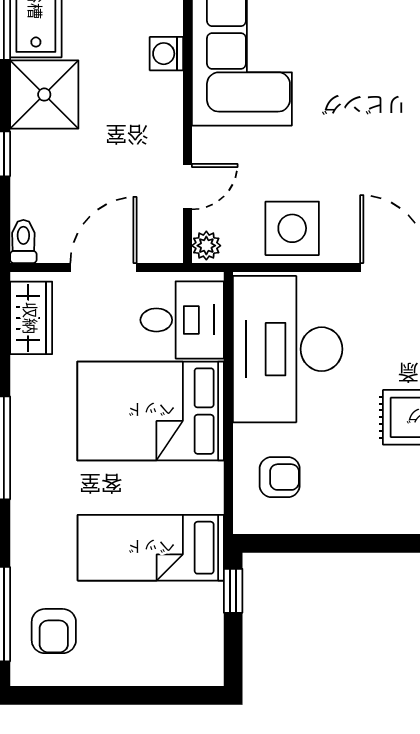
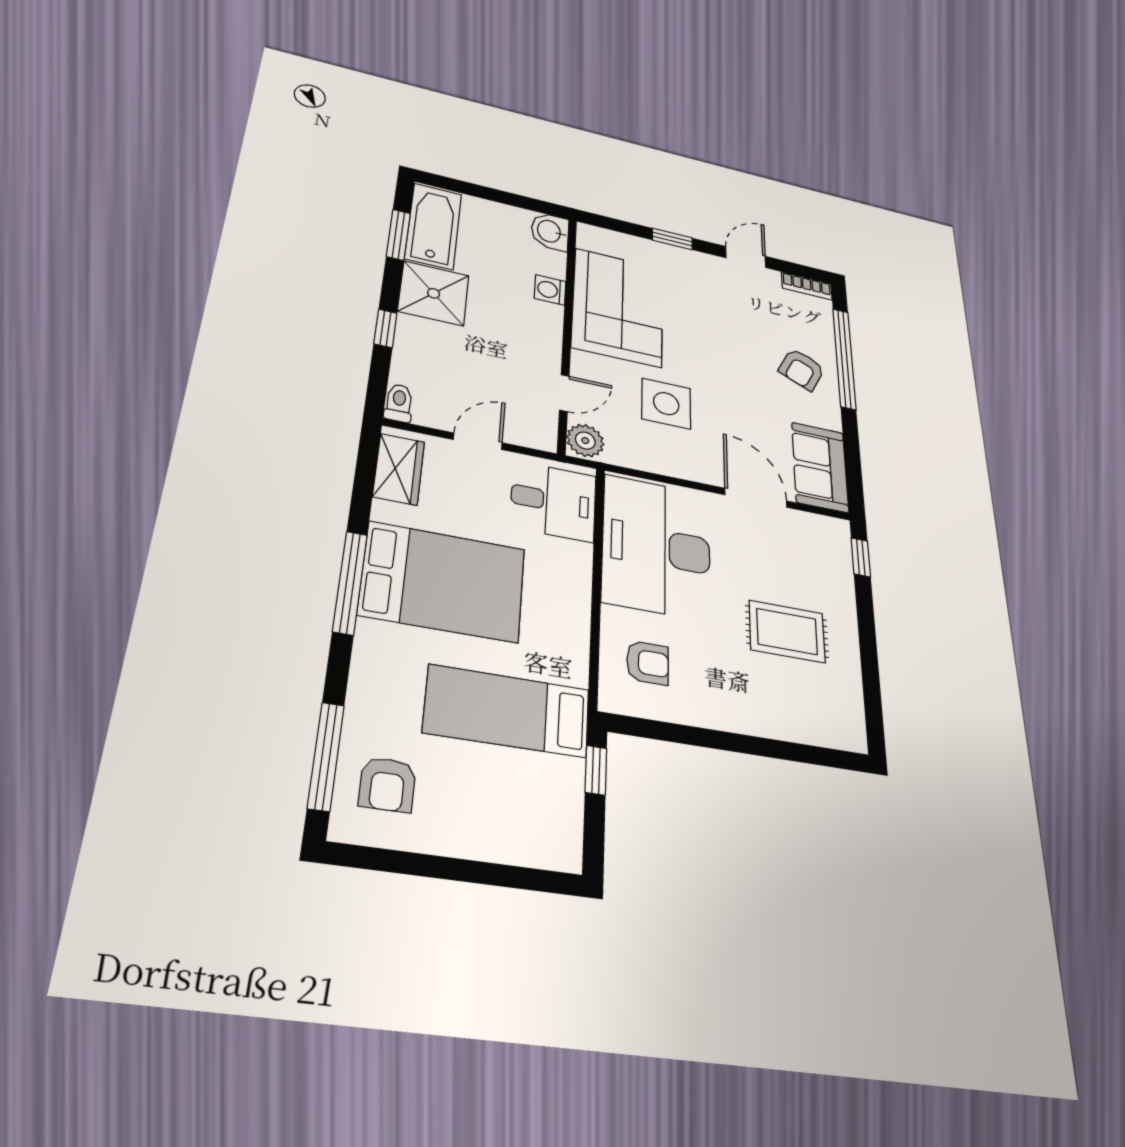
side table: (292, 228) -> (666, 404), moved
plant: (206, 246) -> (585, 441), width x1.38, depth x1.38
door: (104, 268) -> (478, 441), width x0.73
bed: (151, 411) -> (443, 582), moved, turned 180

